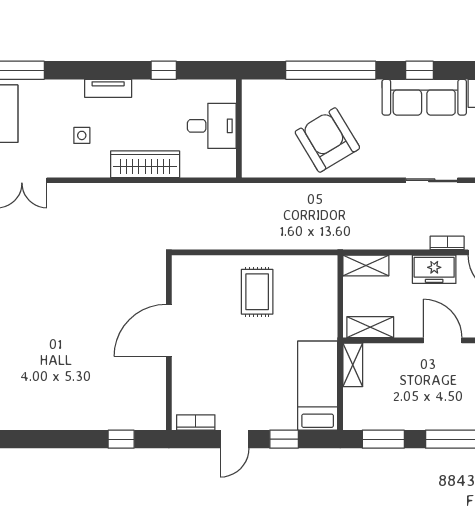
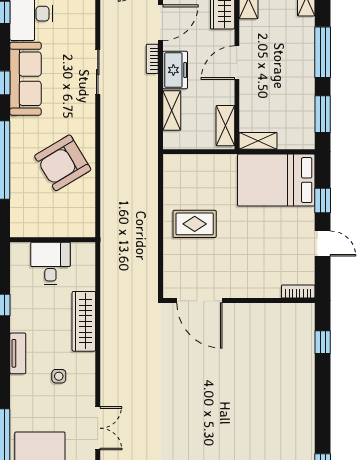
shelving: (366, 265) -> (172, 110), moved
door: (169, 330) -> (199, 301), moved
bed: (318, 386) -> (276, 180), width x1.50
bookcase: (196, 422) -> (298, 291), moved, turned 90

